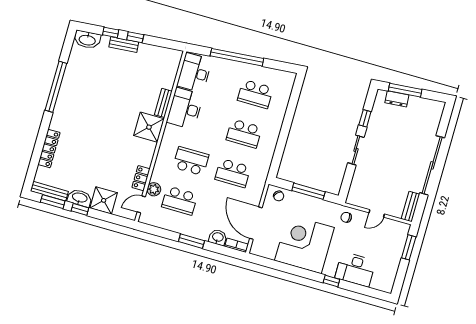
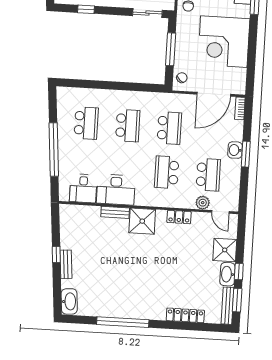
window: (111, 32) -> (57, 280), removed
desk: (194, 73) -> (83, 188), width x0.73
sliding door: (356, 150) -> (147, 13), moved
locker: (141, 178) -> (179, 217), moved
washbasin: (218, 237) -> (235, 150), moved

